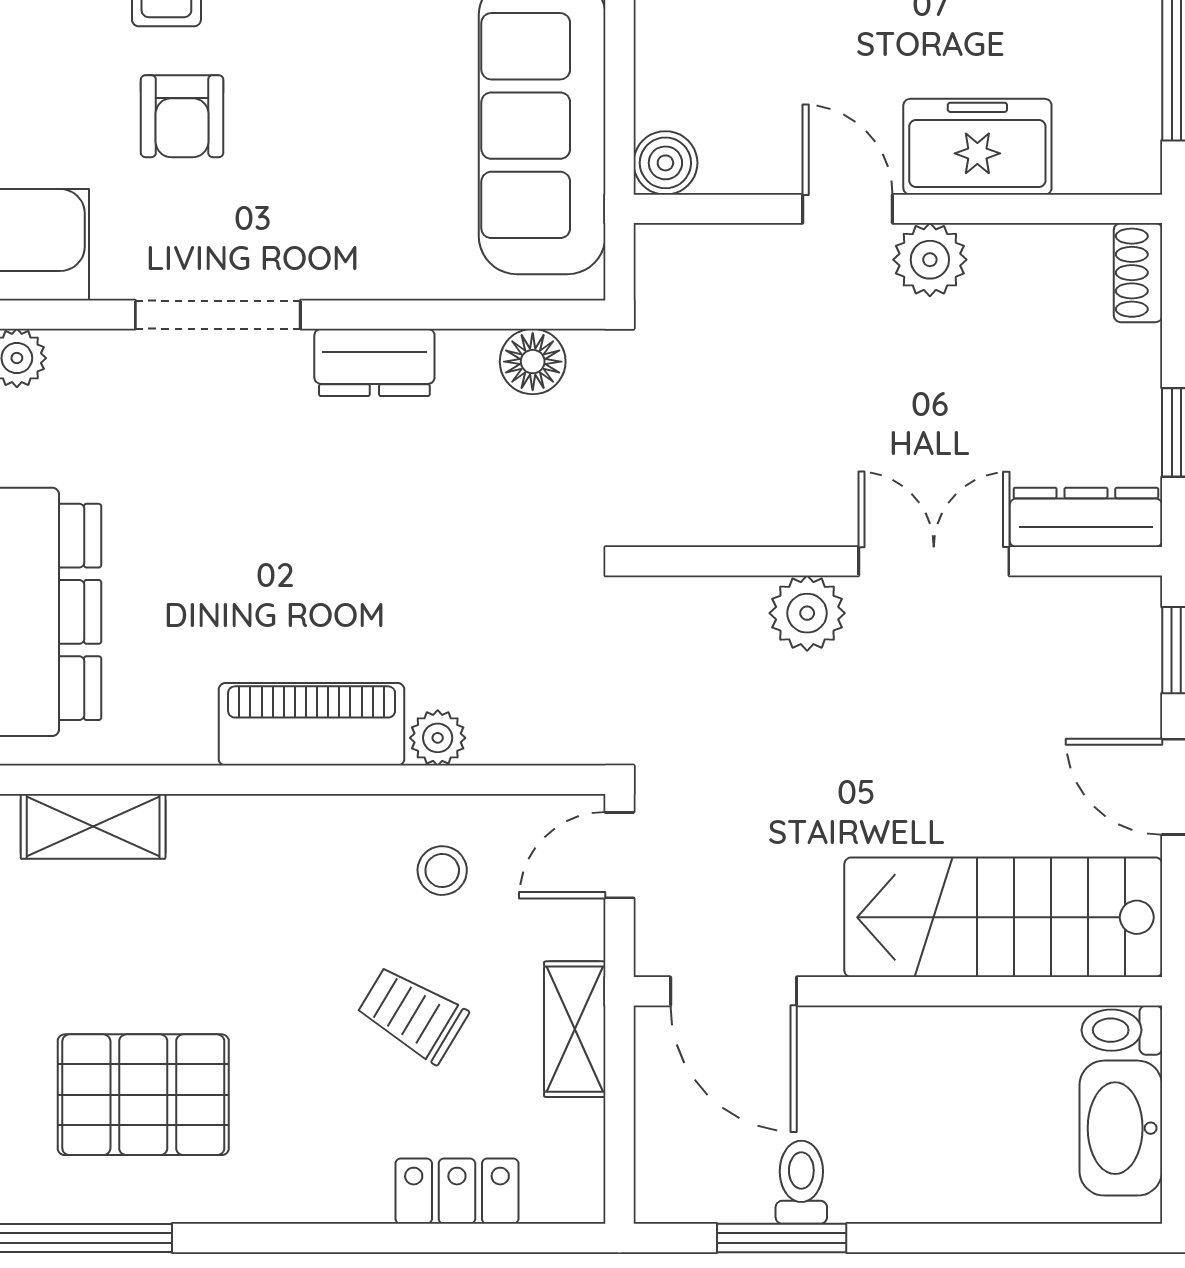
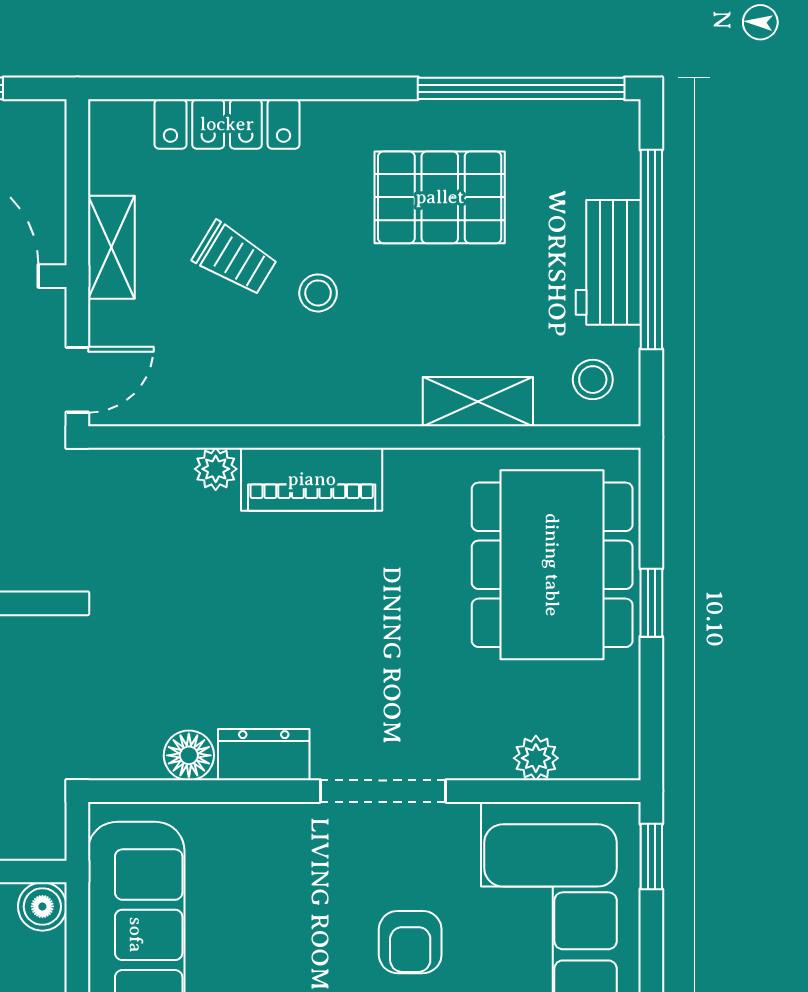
armchair: (182, 116) -> (410, 942), turned 180
floor lamp: (533, 362) -> (189, 755), moved
stool: (442, 871) -> (318, 293), moved
locker: (457, 1191) -> (227, 124), width x1.53

